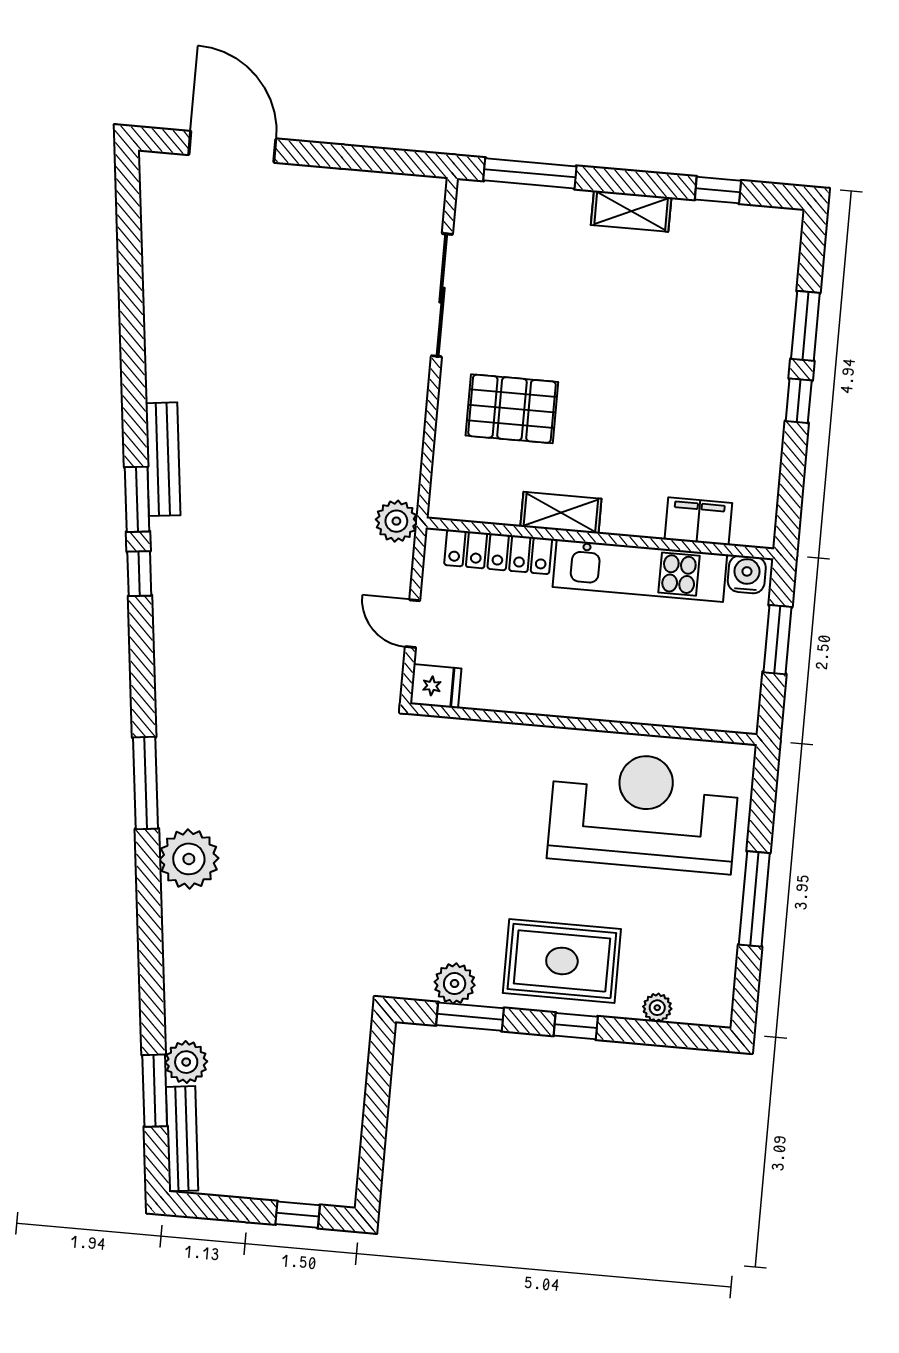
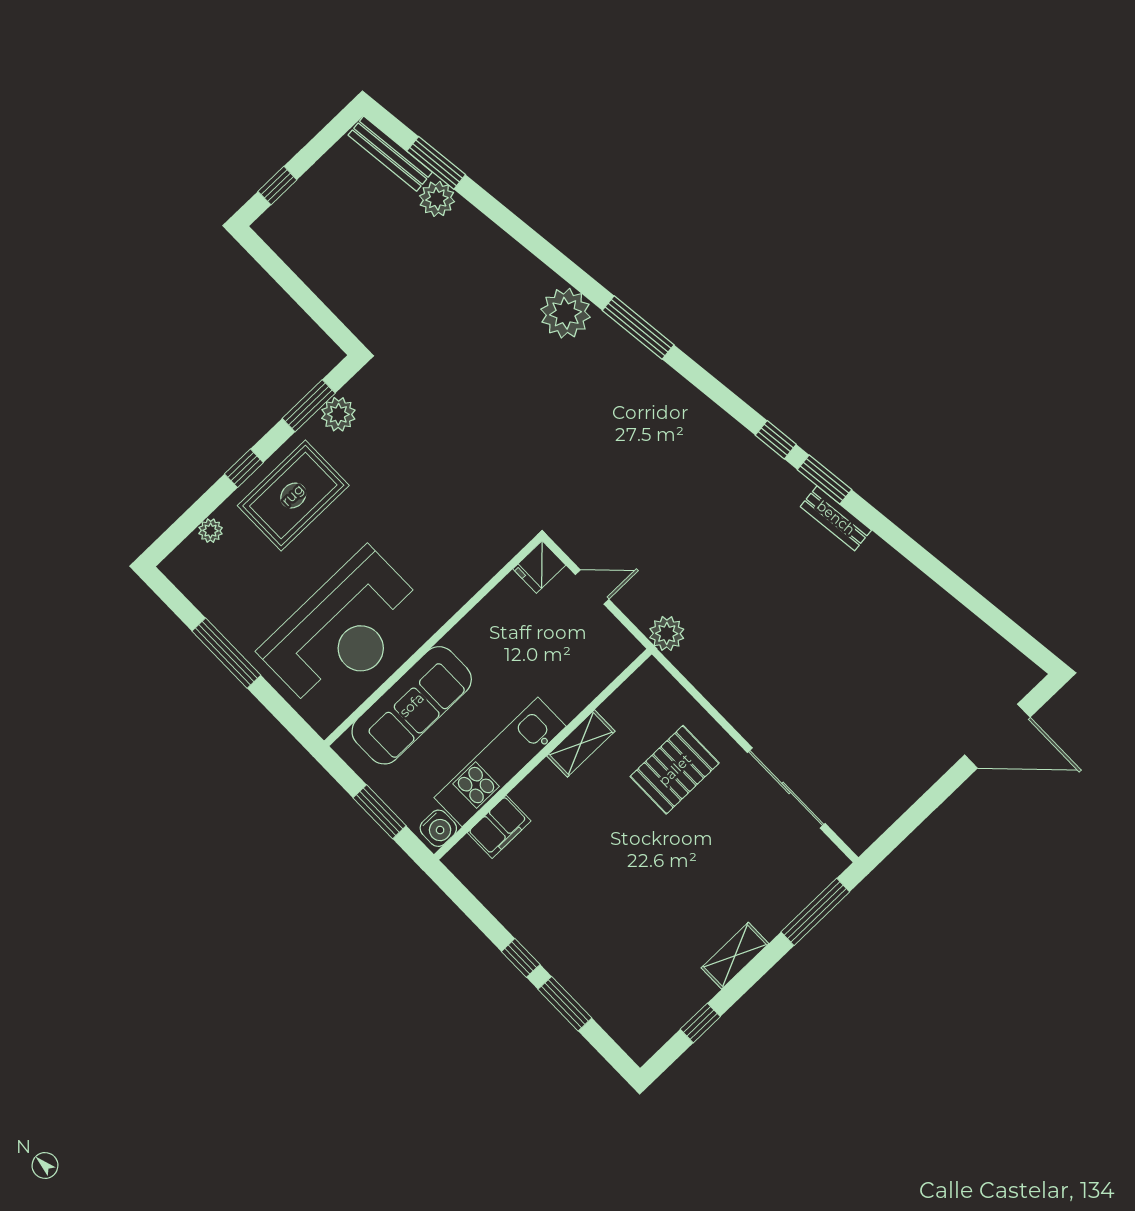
bench: (163, 459) -> (836, 518), width x0.73
locker: (498, 552) -> (591, 682), removed
sofa: (658, 693) -> (412, 705), added

